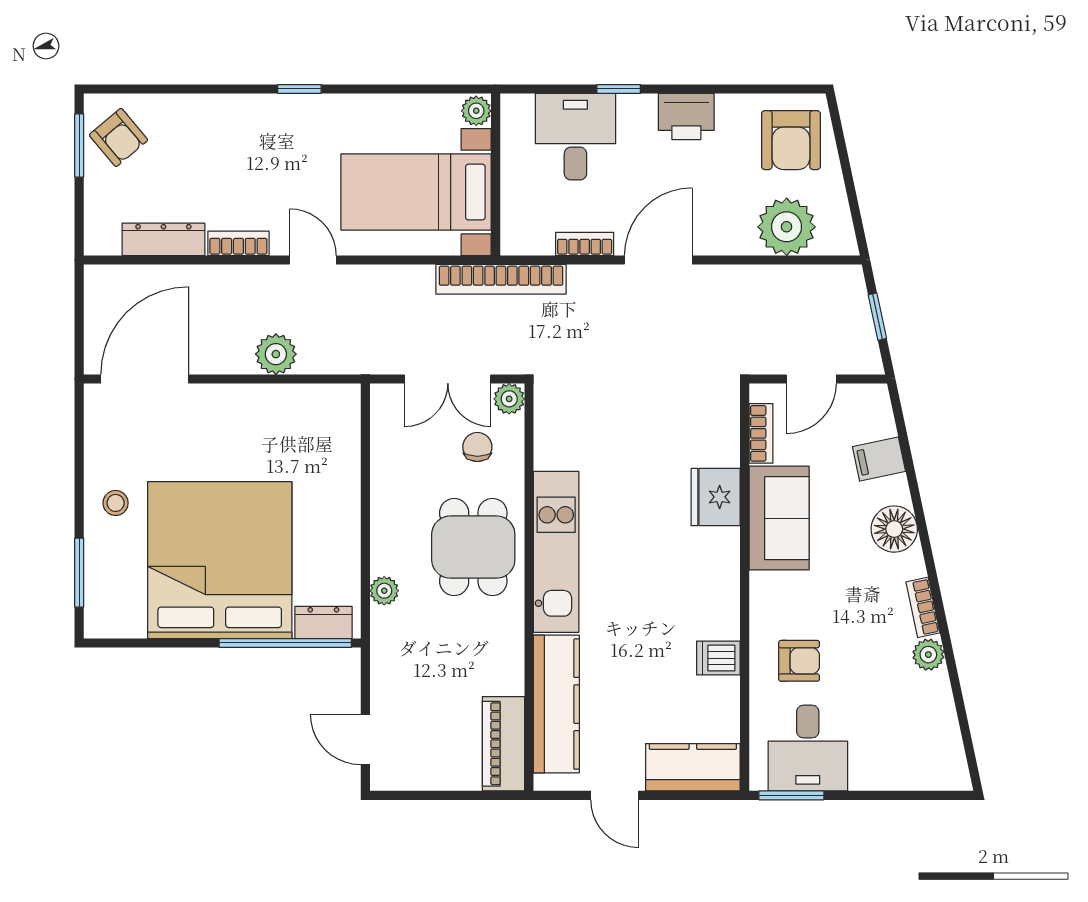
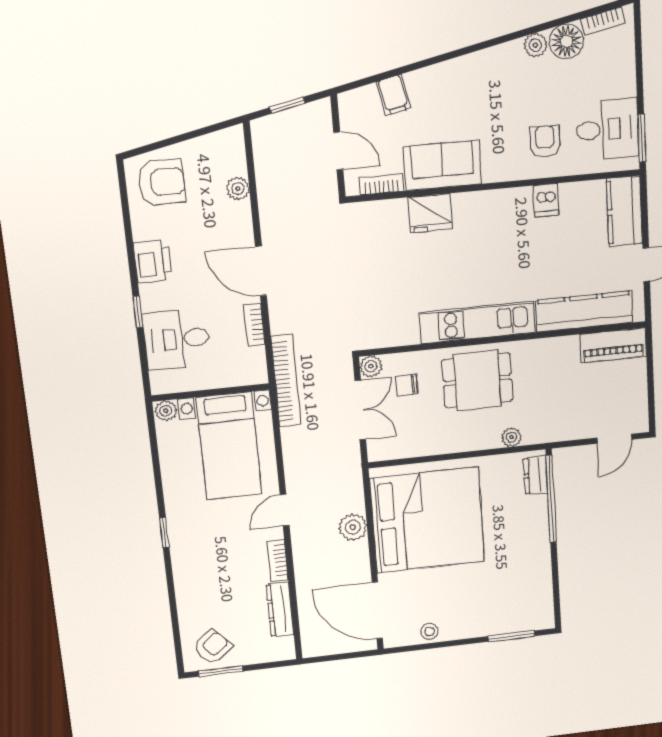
plant: (787, 227) -> (238, 189), width x0.53, depth x0.53
stool: (116, 503) -> (429, 631), moved
floor lamp: (894, 529) -> (566, 41), moved
bed: (220, 560) -> (428, 520), moved, turned 180
bookcase: (923, 607) -> (603, 21), moved

